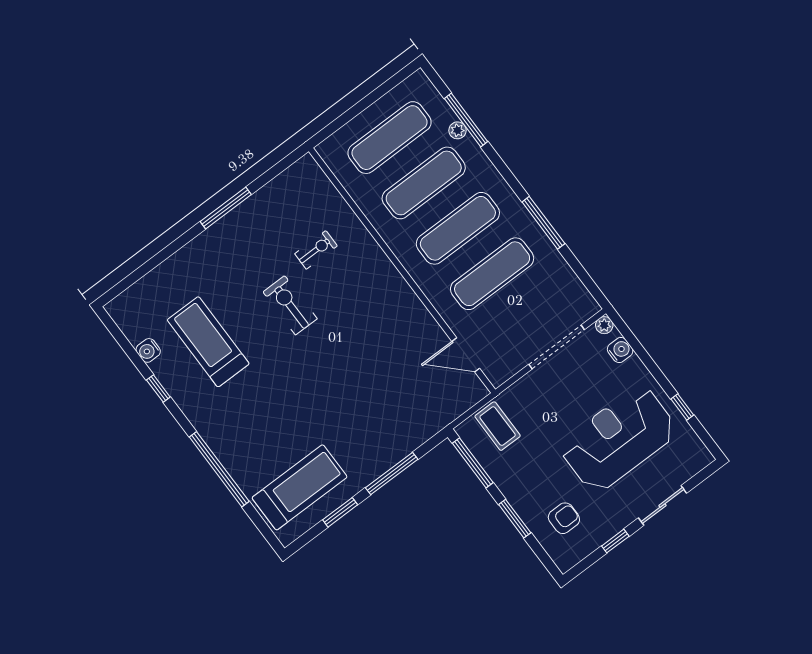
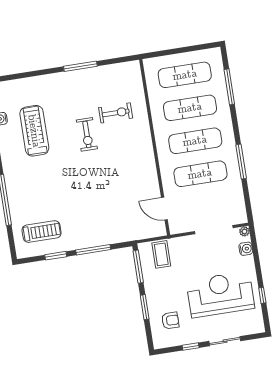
plant: (457, 130) -> (222, 90), removed
exercise bike: (316, 250) -> (116, 113), width x1.38, depth x1.39
exercise bike: (290, 305) -> (87, 134), turned 180
treadmill: (300, 487) -> (42, 232), width x0.73, depth x0.73

